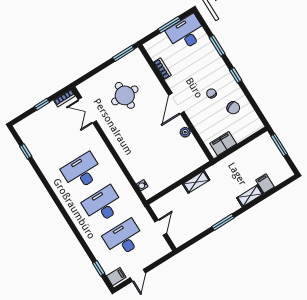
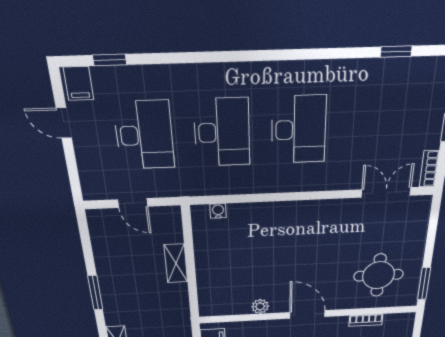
round table: (125, 95) -> (379, 275), moved
shelving: (196, 182) -> (176, 263), moved

